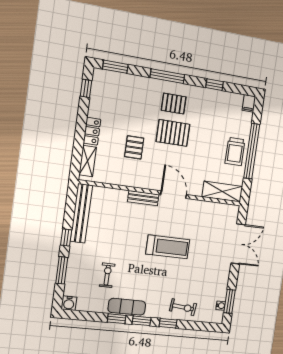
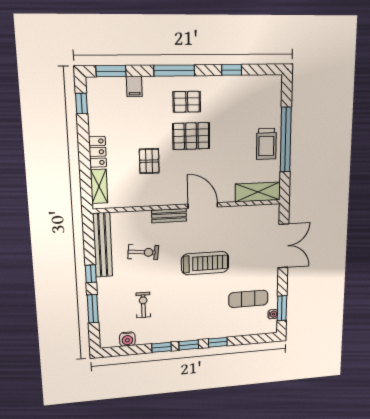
filing cabinet: (249, 103) -> (134, 86), moved
water cooler: (69, 303) -> (127, 339), moved
exercise mat: (127, 307) -> (248, 299), moved
exercise bike: (183, 307) -> (143, 252), moved

